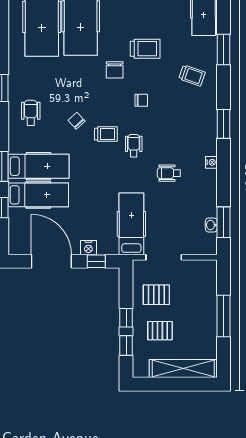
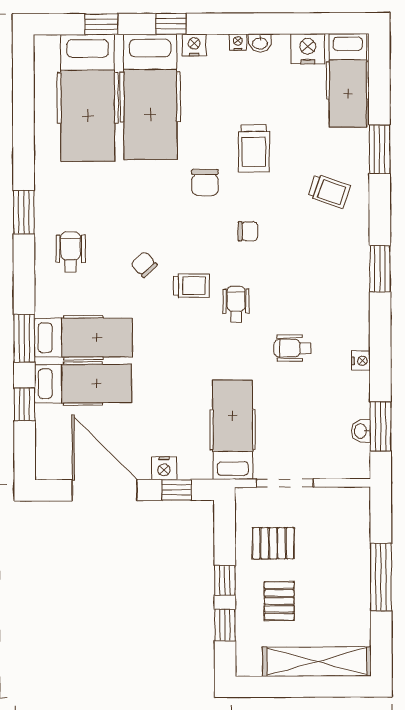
trolley: (145, 49) -> (254, 148), turned 90
nightstand: (211, 162) -> (361, 361), moved
pallet: (160, 331) -> (279, 601), turned 90

